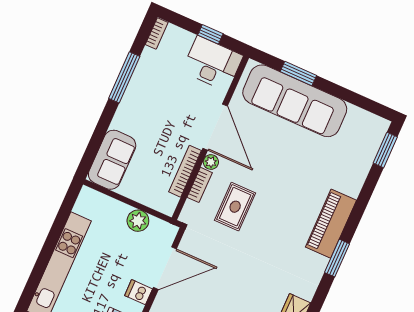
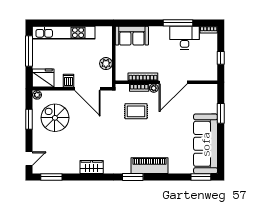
desk: (212, 63) -> (185, 38), moved, turned -90
sofa: (295, 101) -> (206, 144), moved

